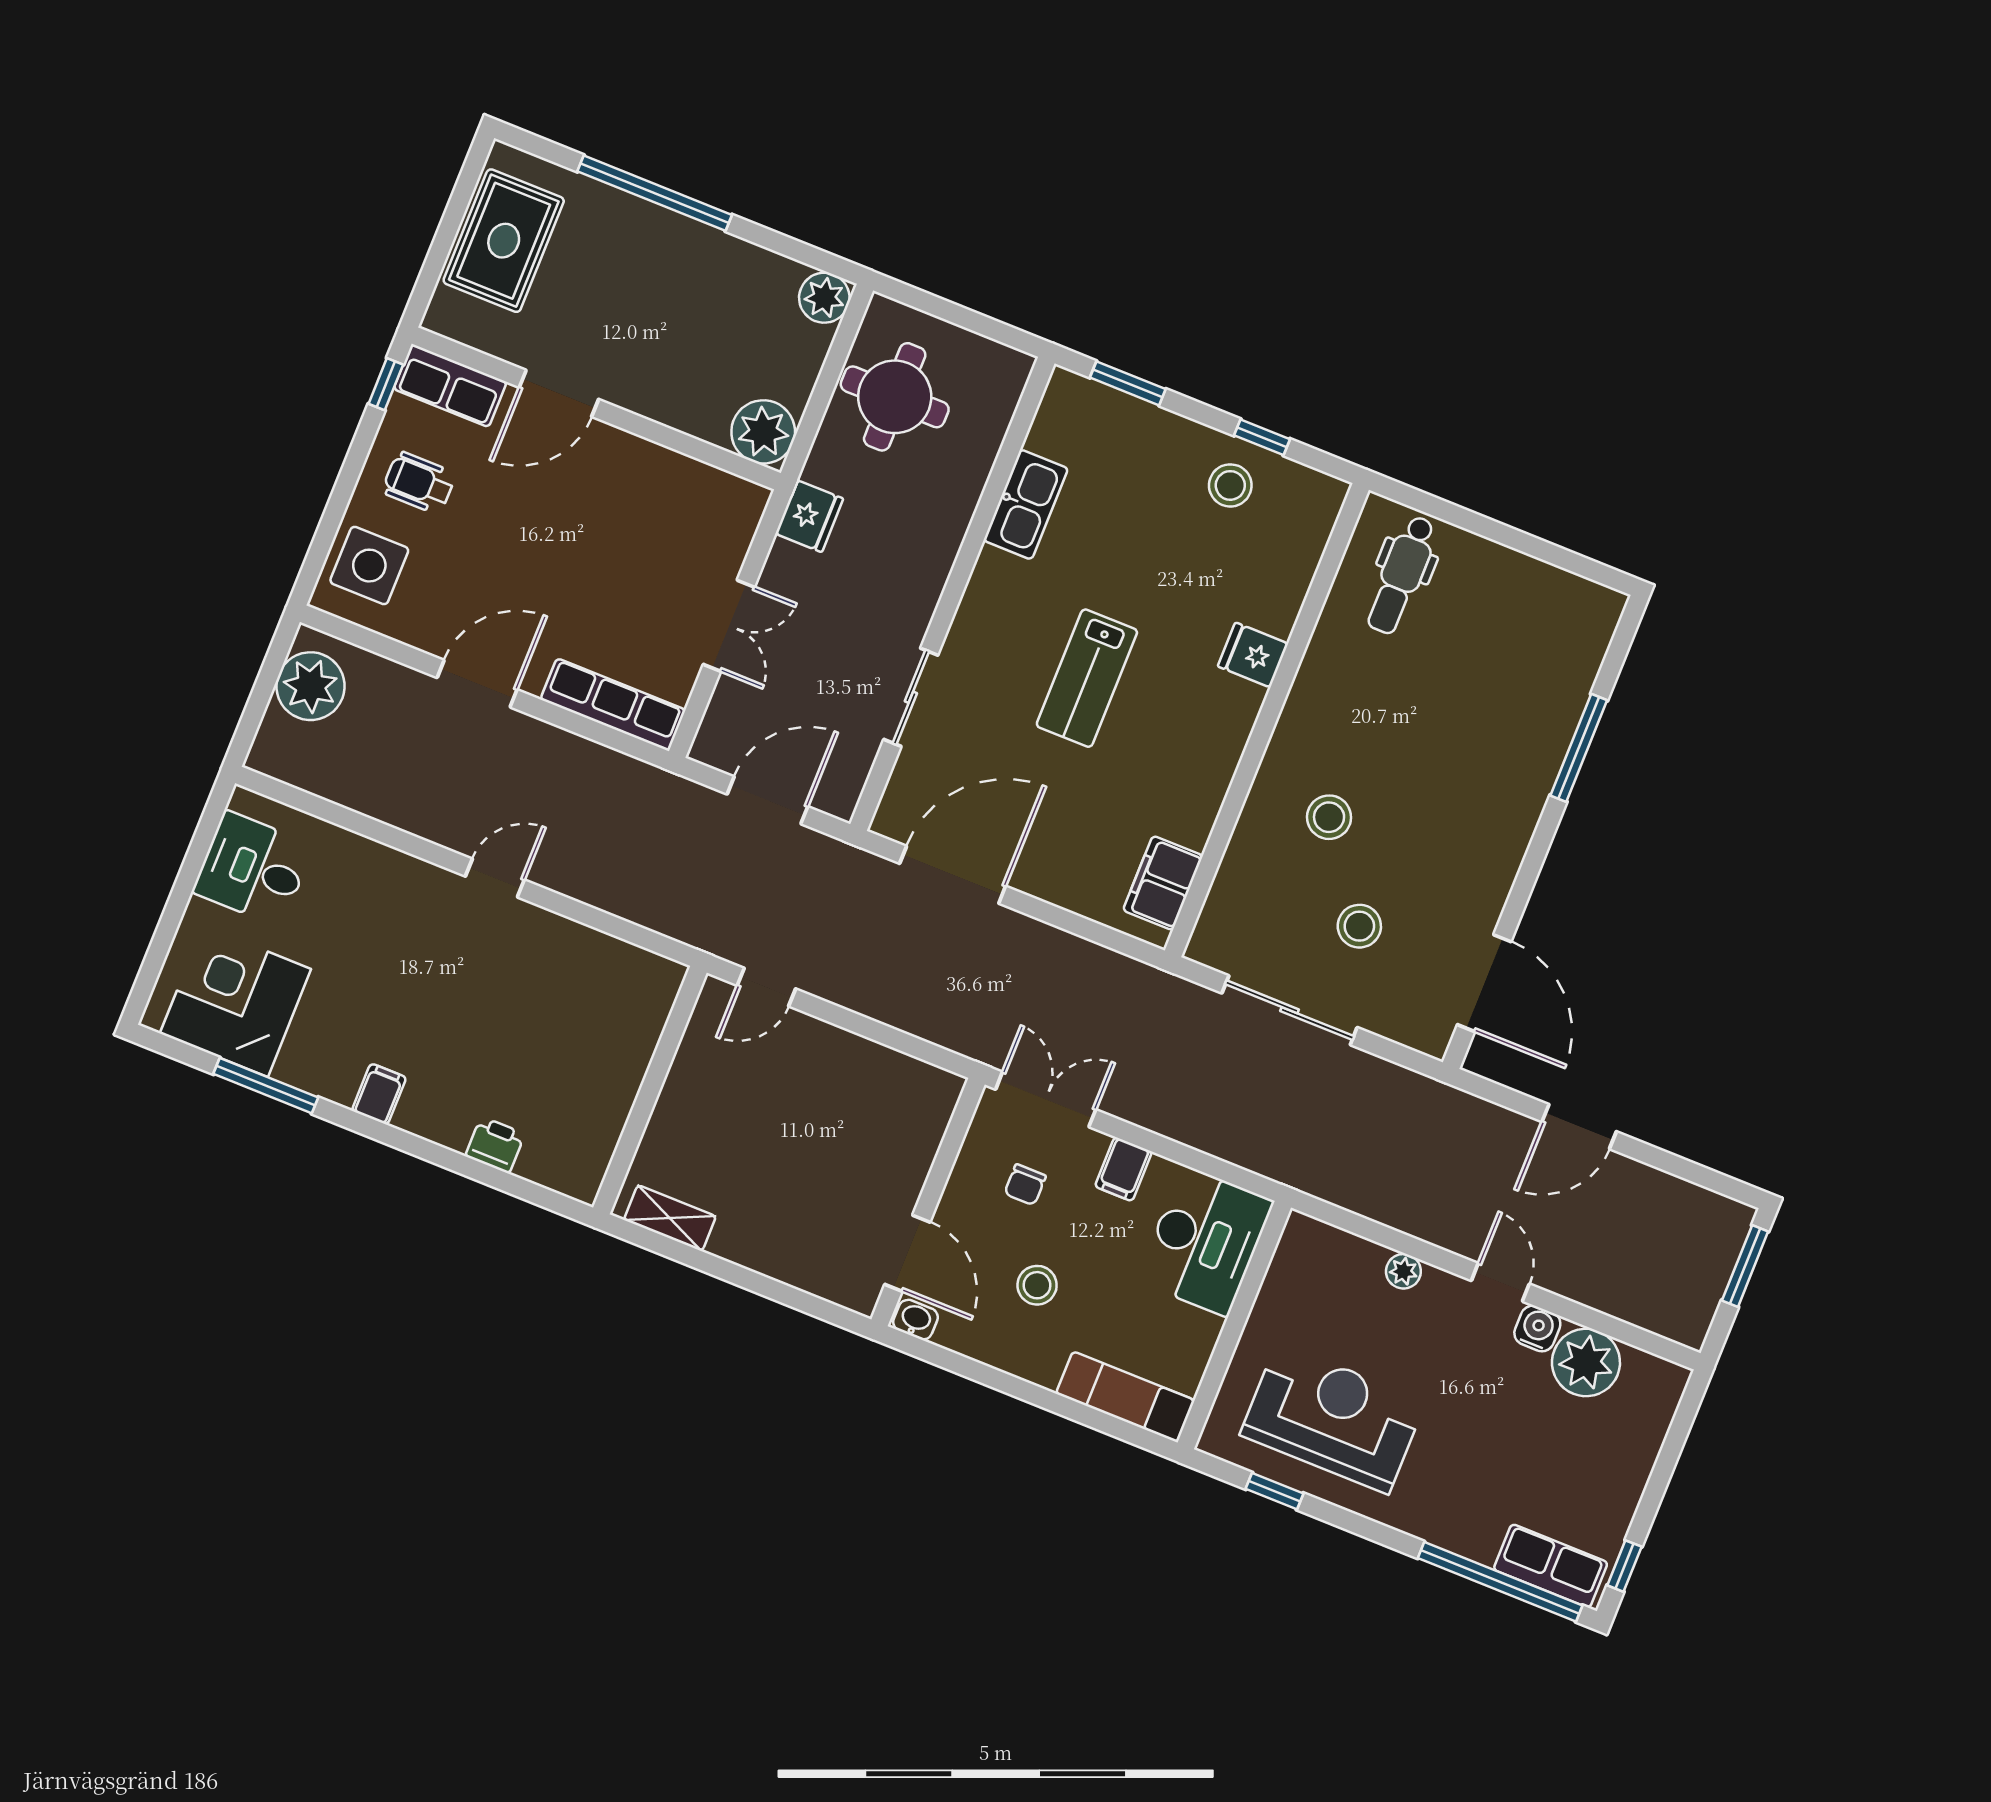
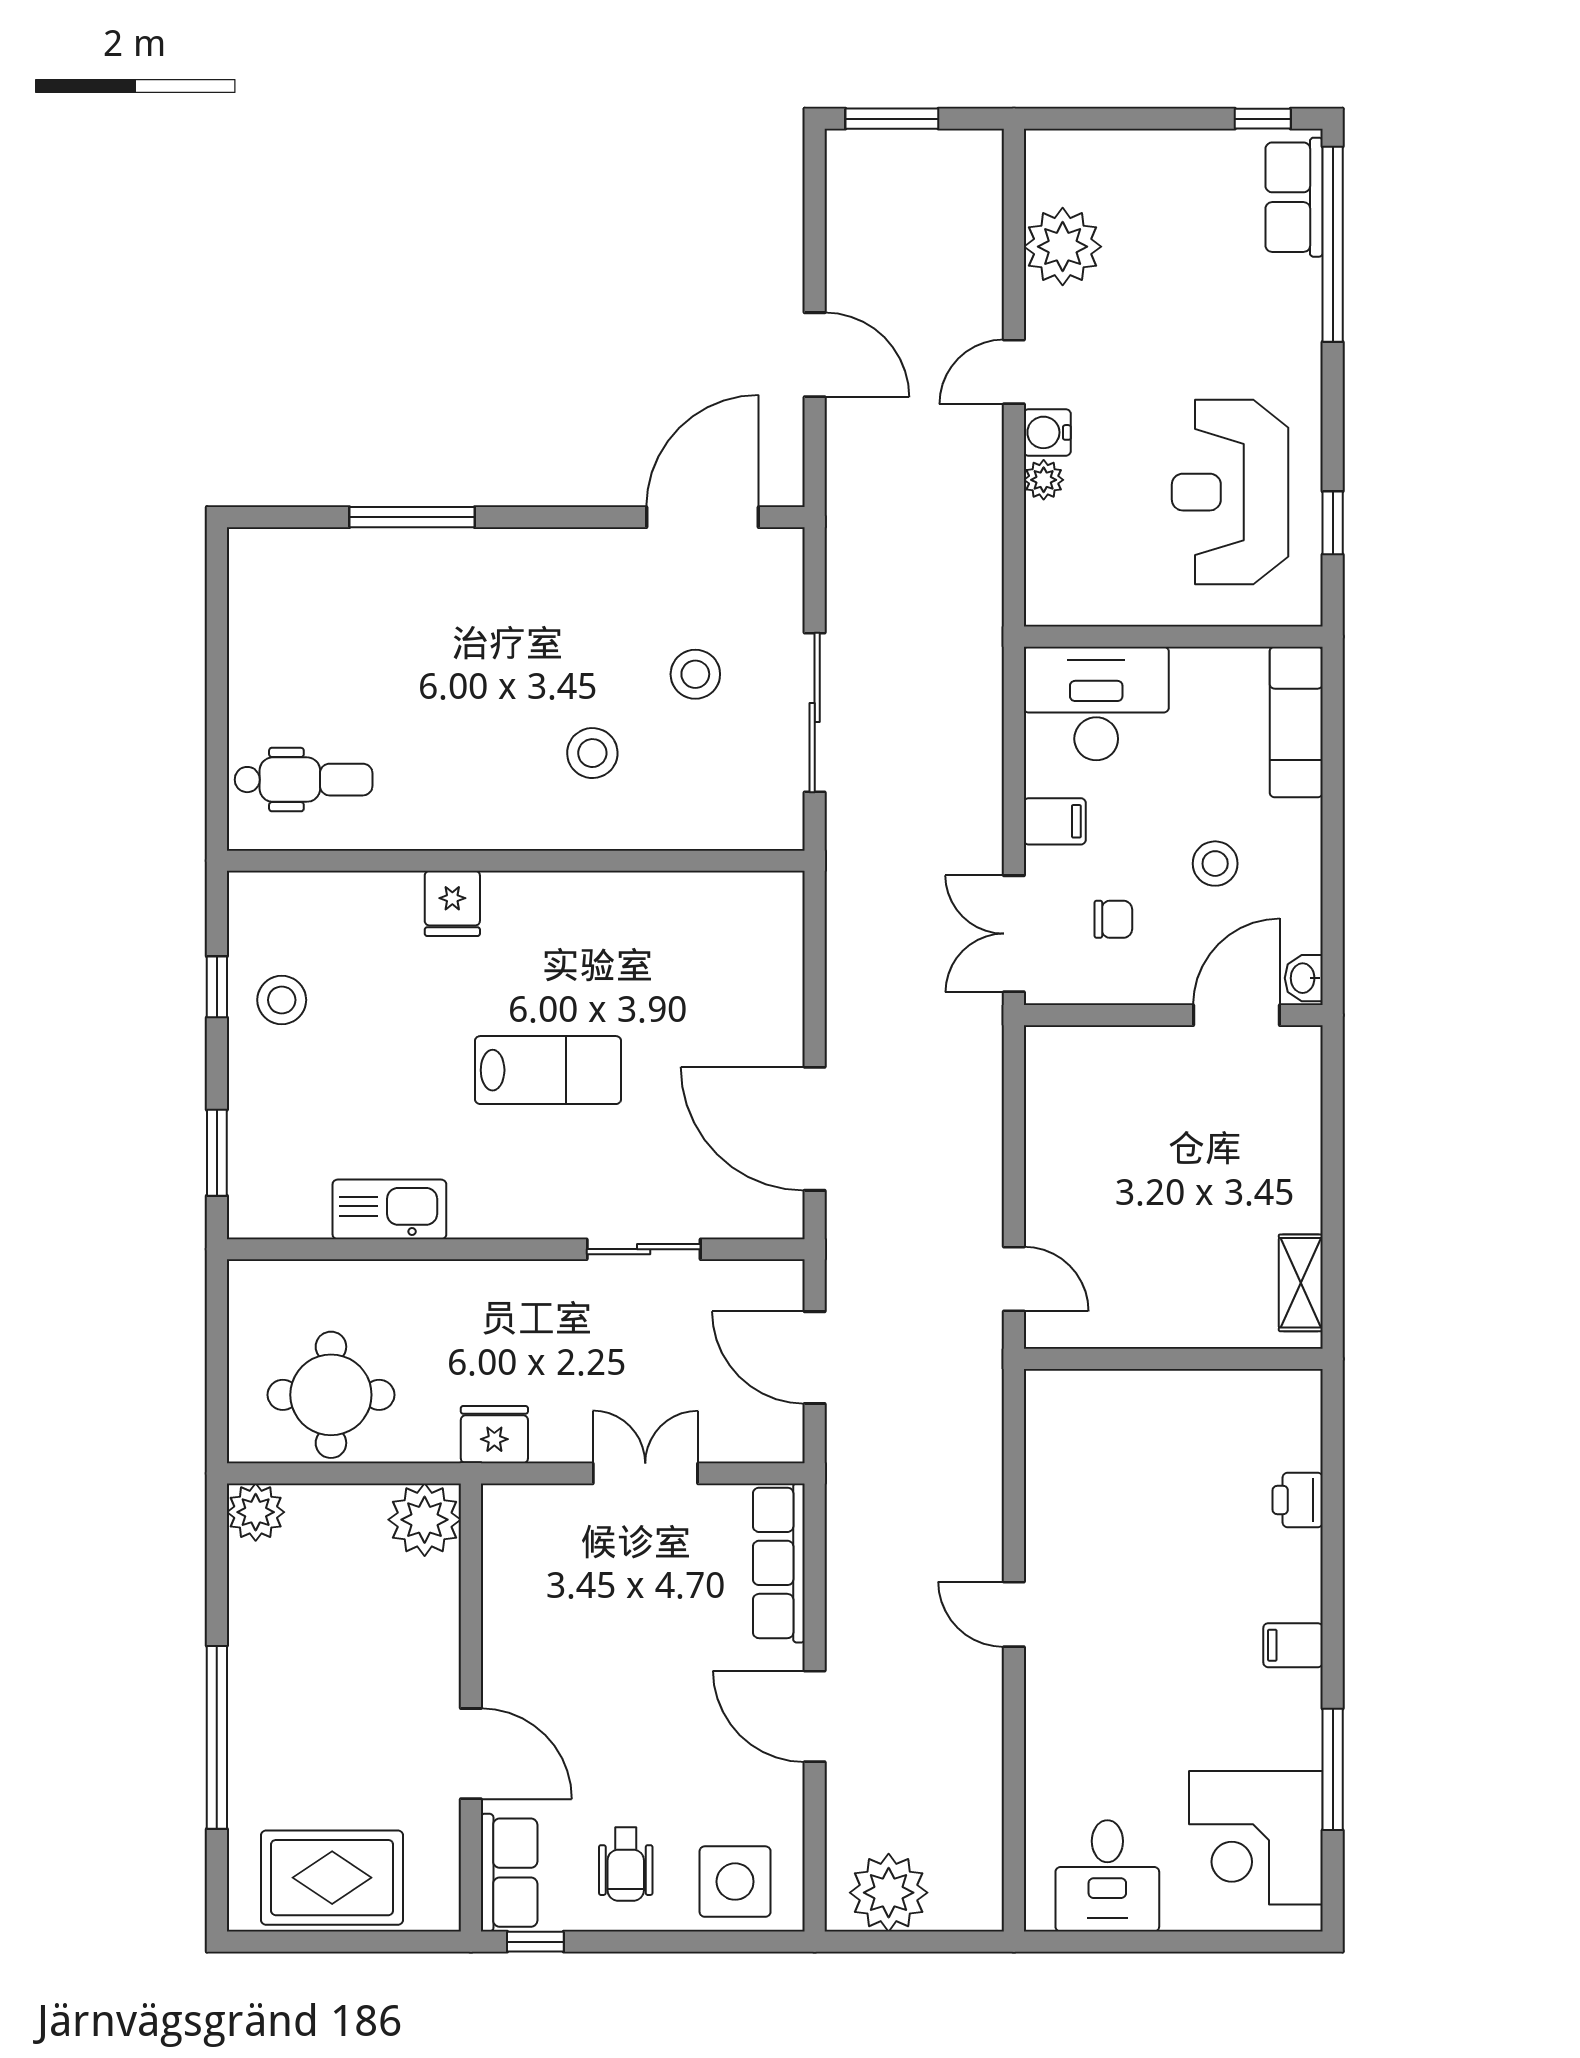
filing cabinet: (1163, 883) -> (733, 902), removed
water cooler: (1537, 1328) -> (1047, 432), moved

